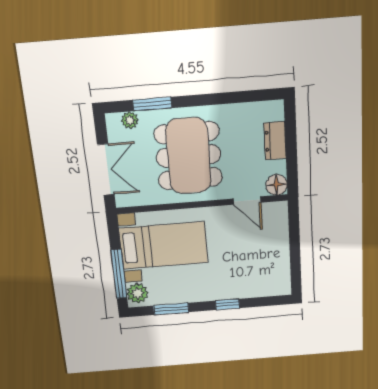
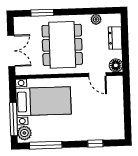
plant: (130, 120) -> (96, 19), moved
window: (228, 304) -> (95, 144), moved
window: (171, 309) -> (46, 145), width x1.44

